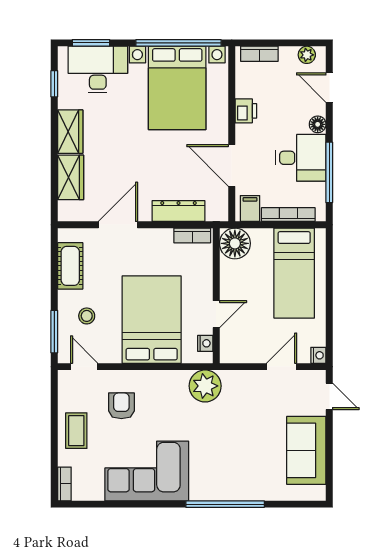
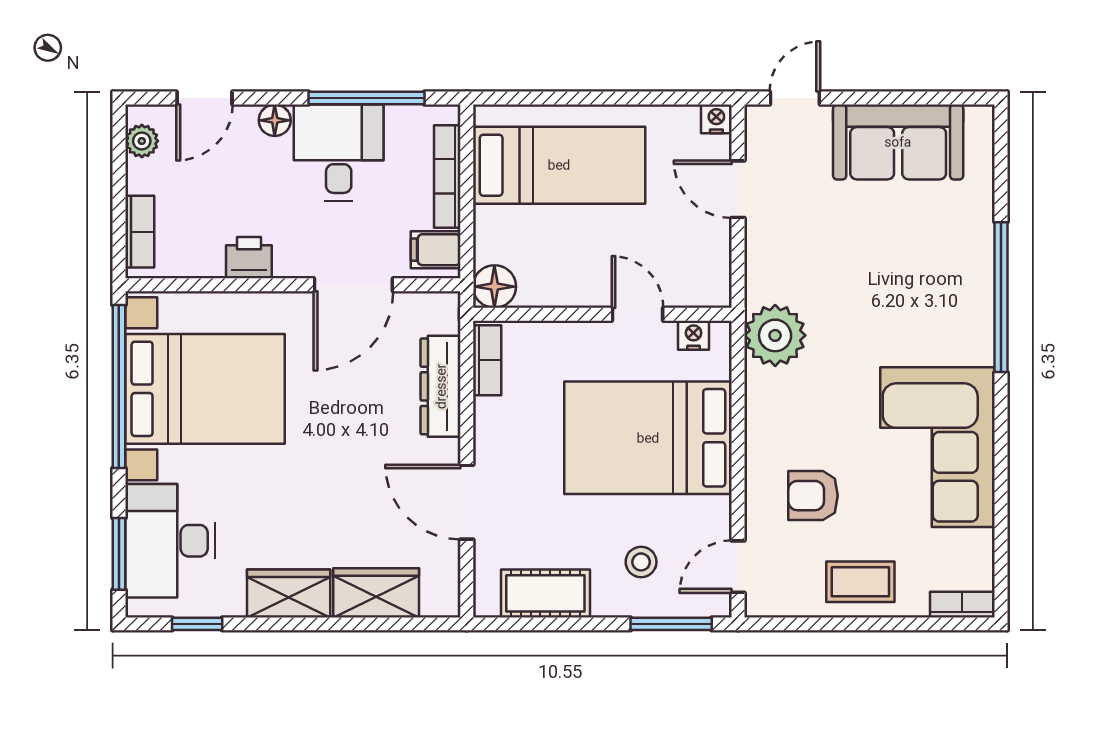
floor lamp: (235, 243) -> (494, 287), width x0.73, depth x0.73

